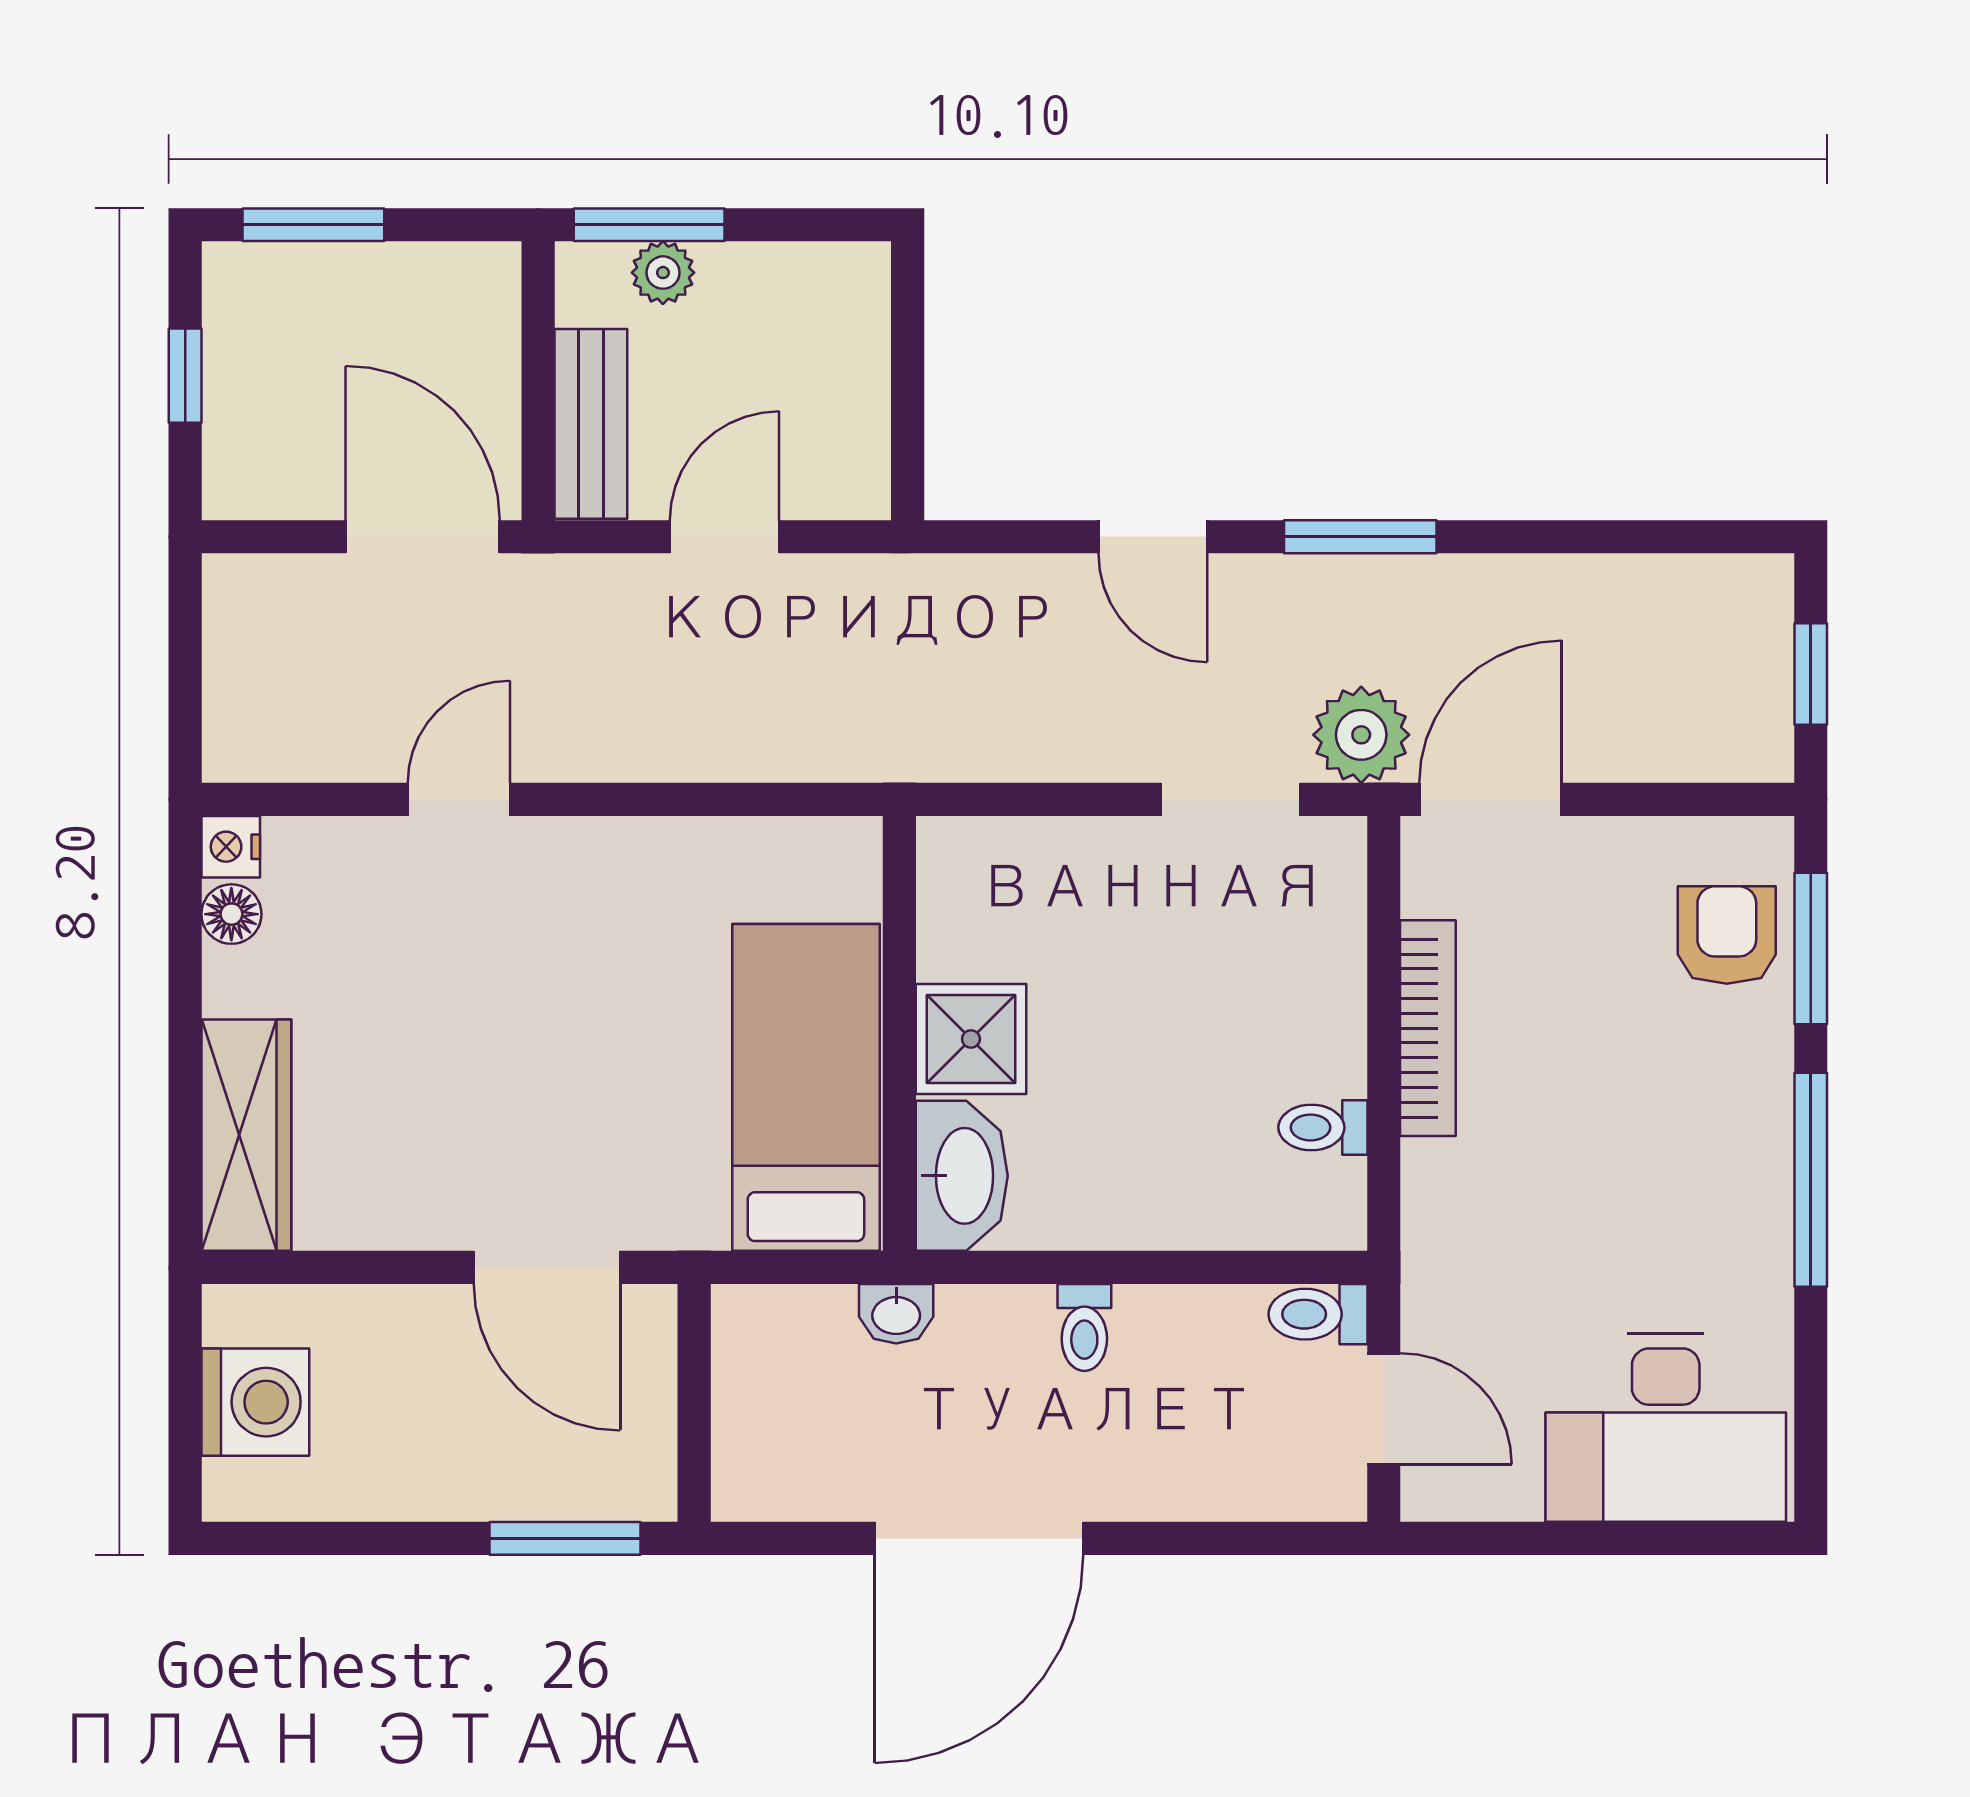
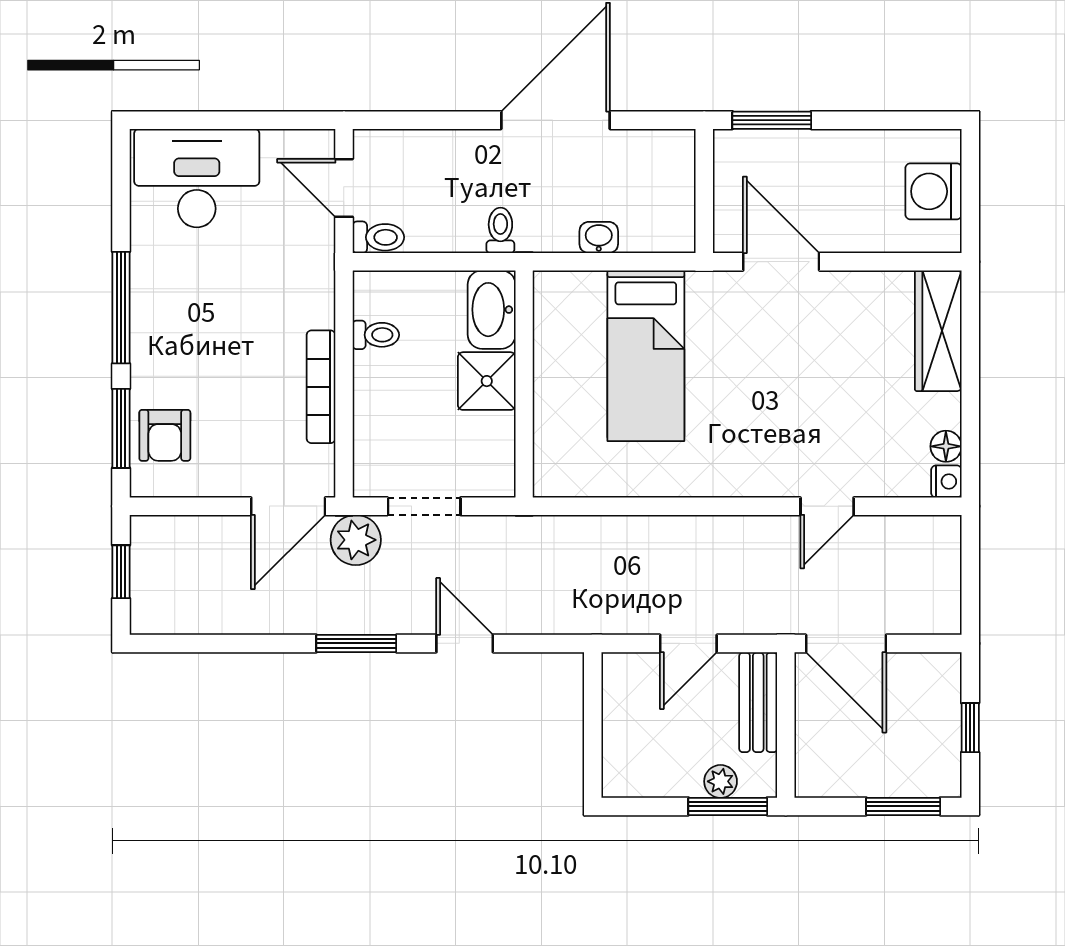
wall: (899, 1033) -> (524, 384), moved
shower: (971, 1039) -> (487, 381), moved
washbasin: (962, 1176) -> (492, 310), moved

